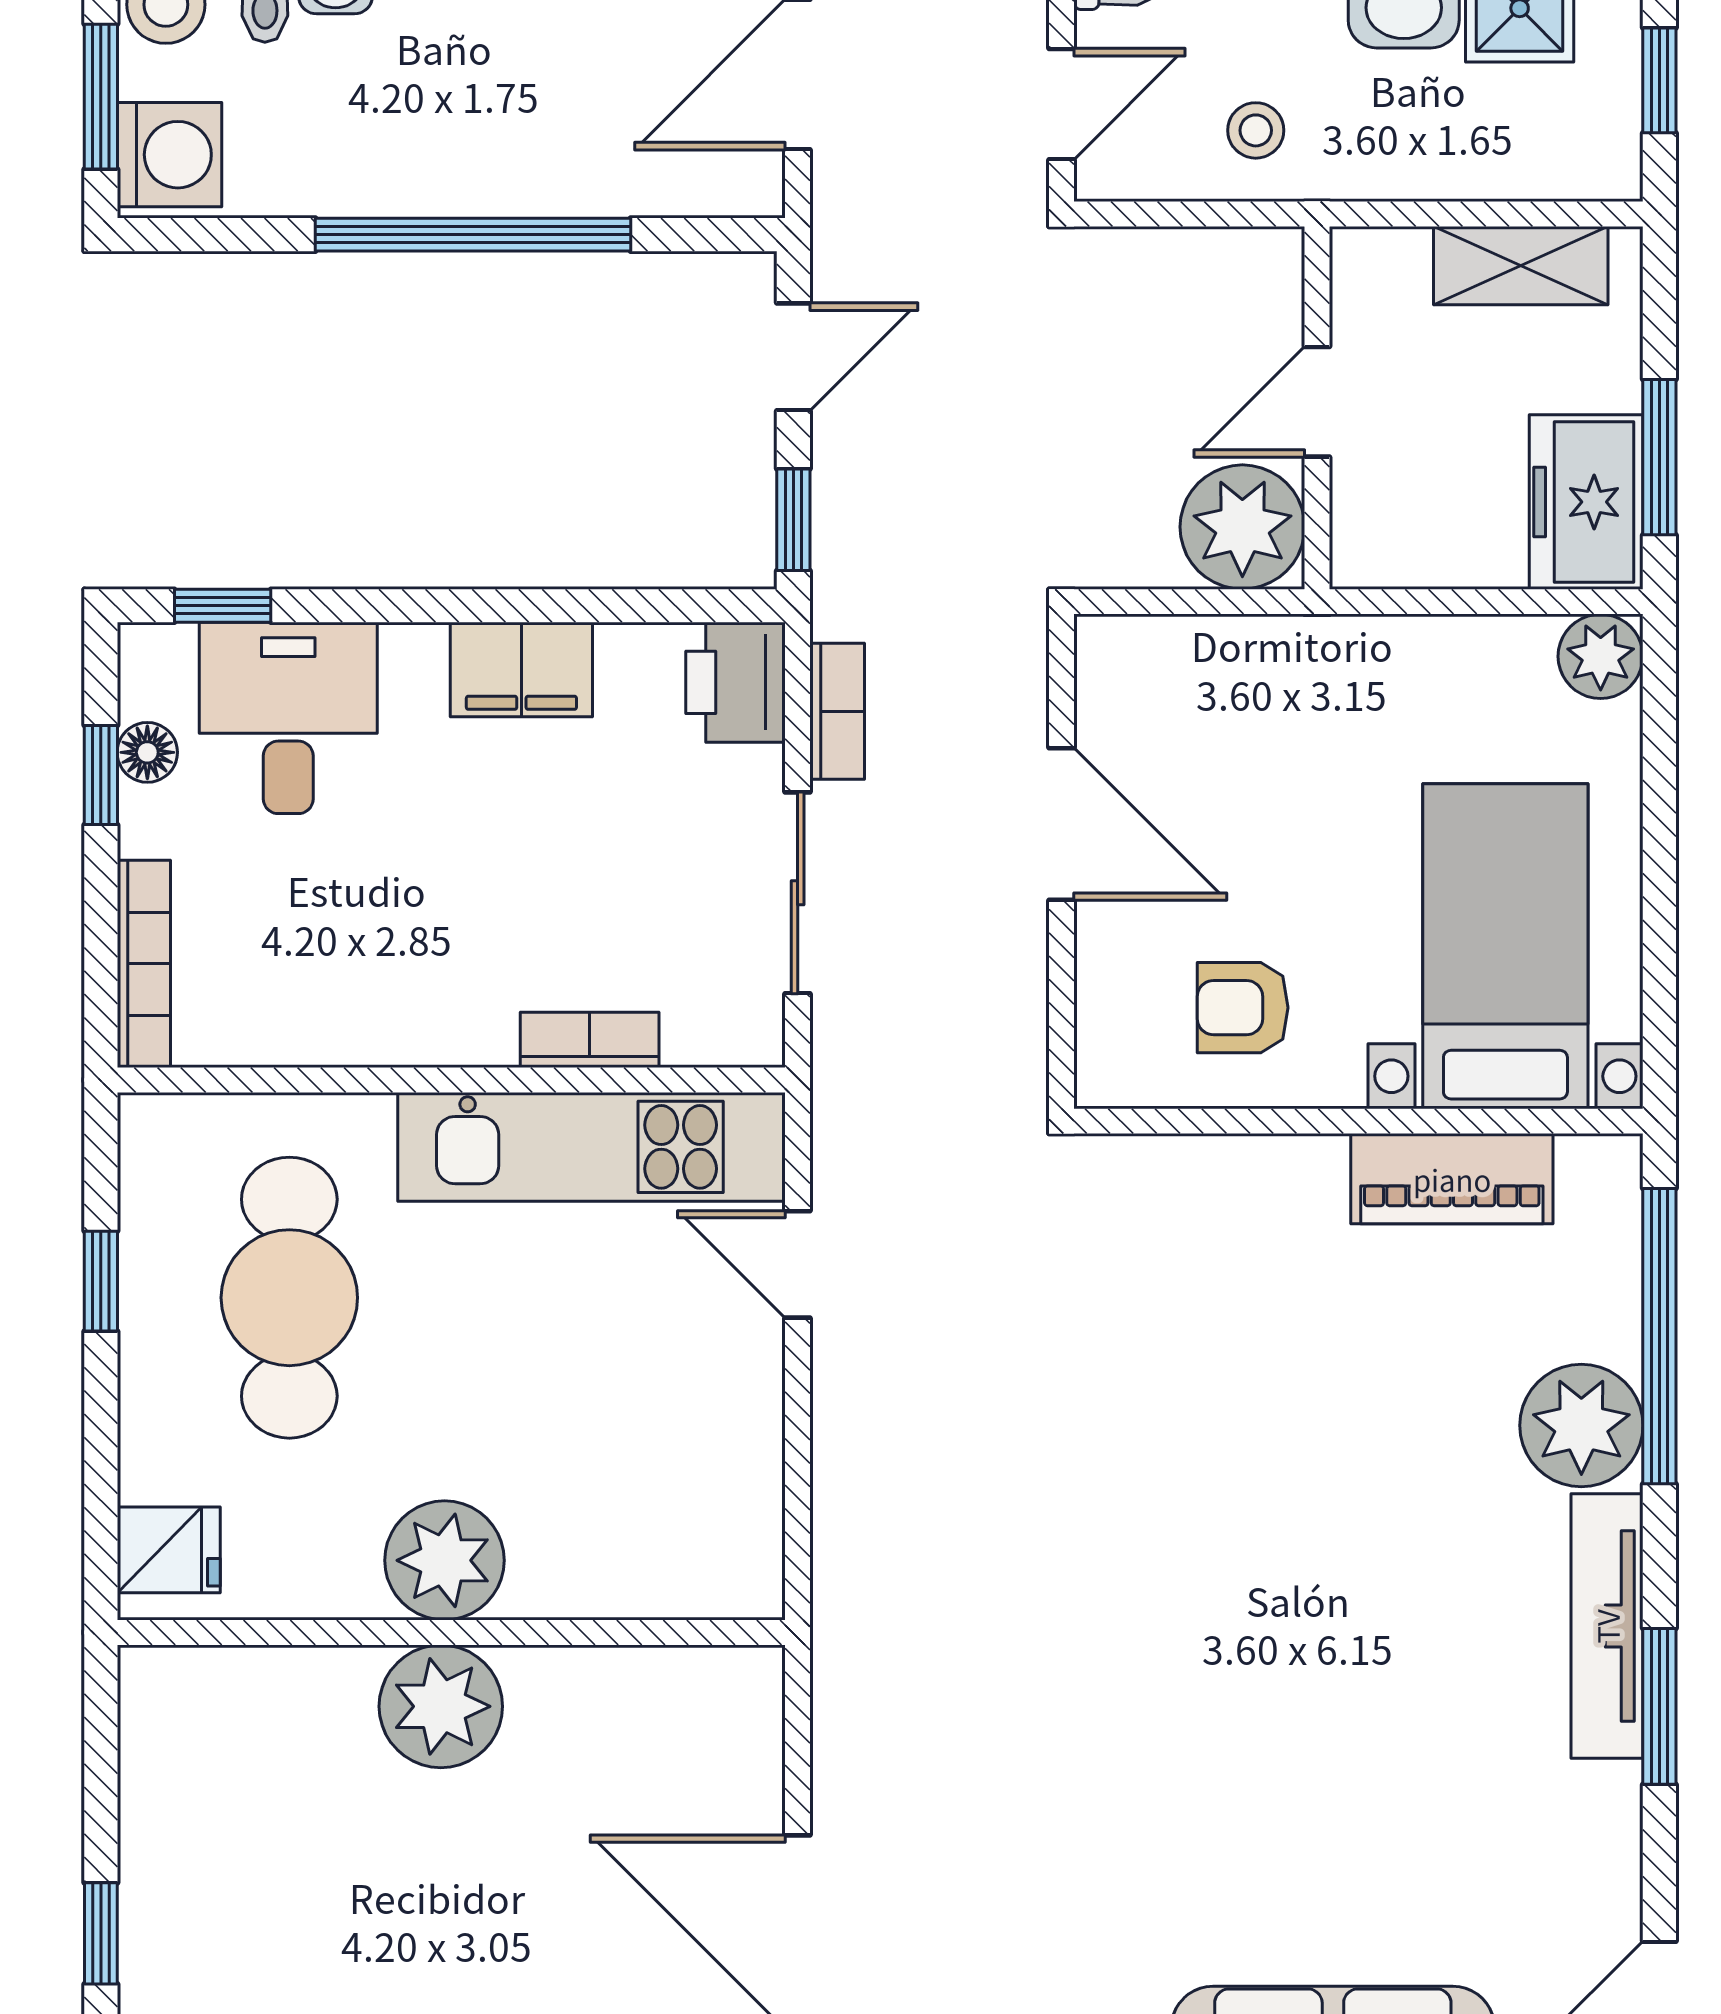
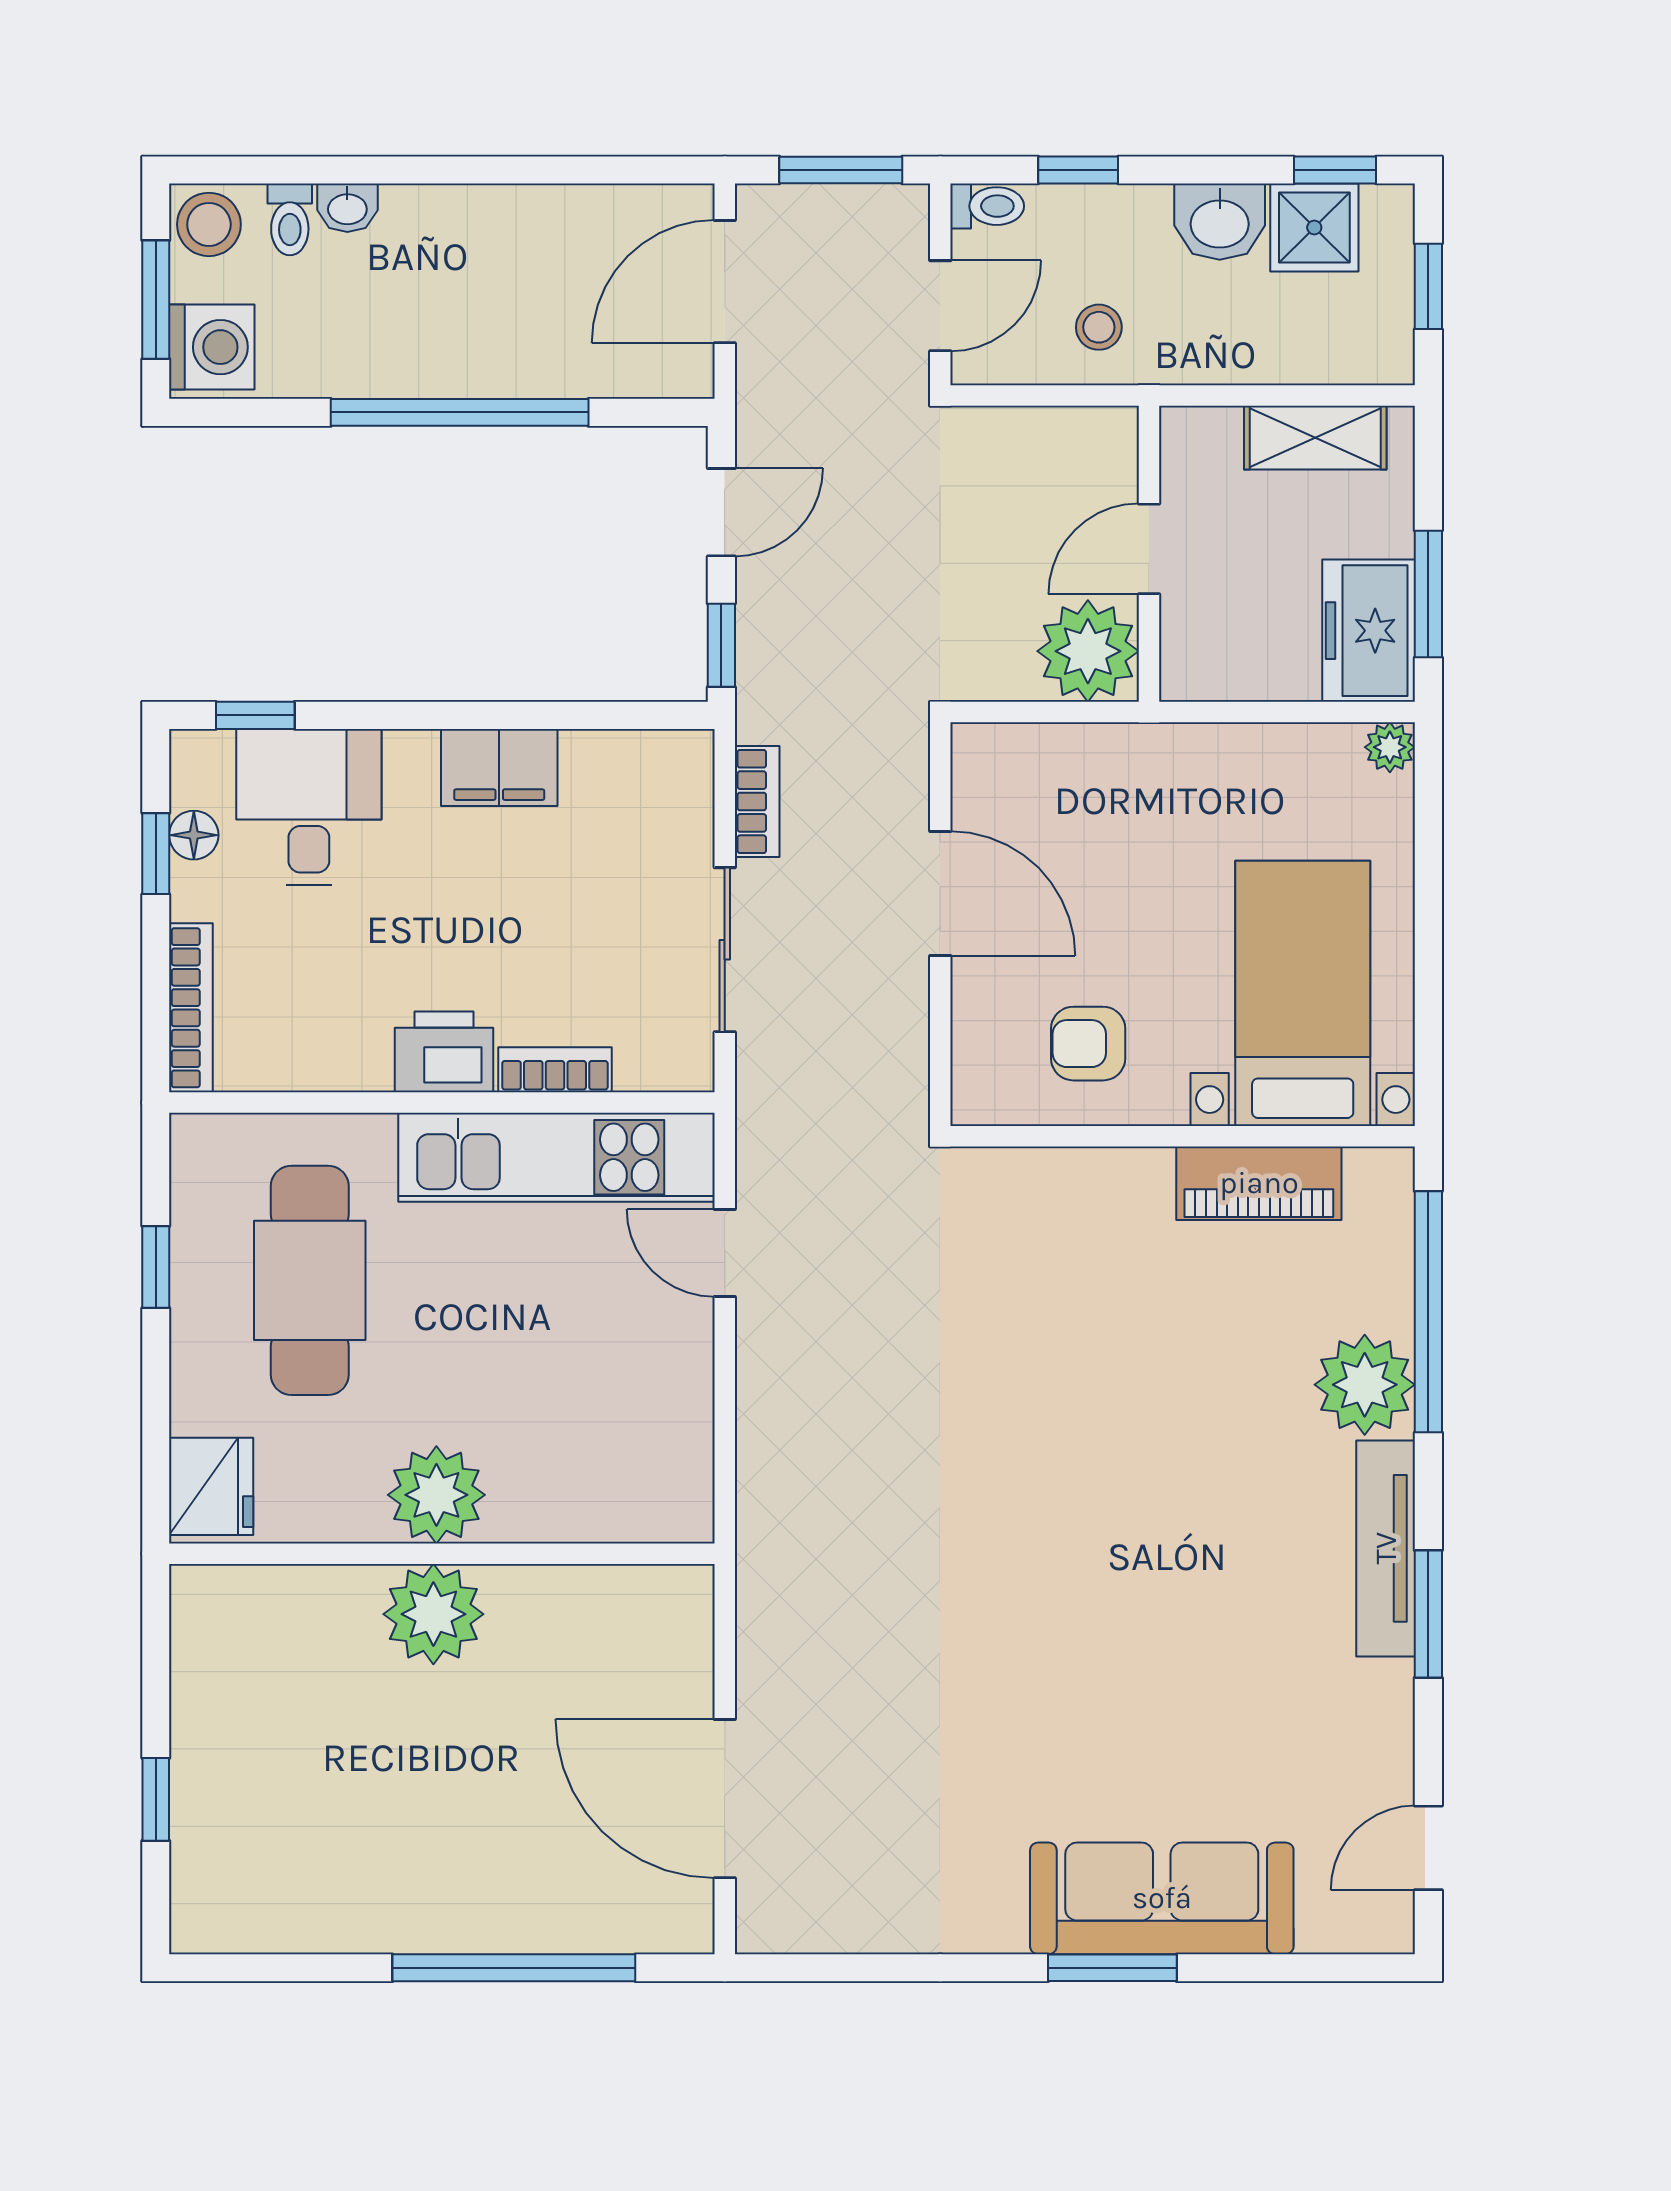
plant: (1601, 656) -> (1390, 747), width x0.73, depth x0.73
printer: (736, 682) -> (444, 1052), moved, turned 90
fridge: (169, 1550) -> (211, 1486), width x1.38

